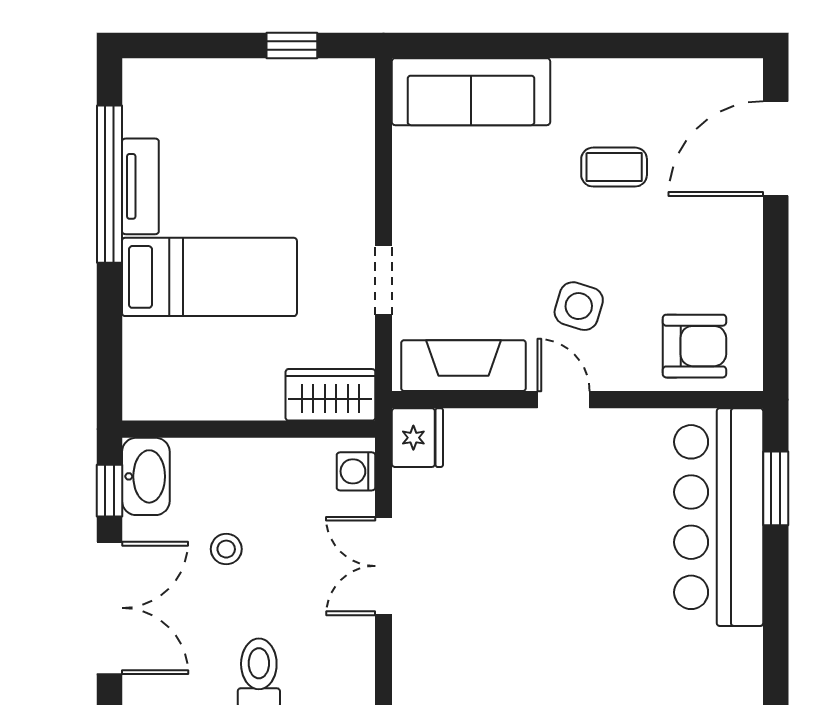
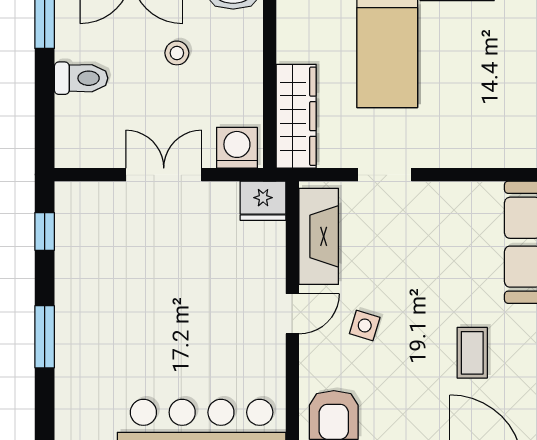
side table: (579, 306) -> (365, 325), width x0.73, depth x0.73
wardrobe: (330, 395) -> (296, 116), width x1.50
washing machine: (356, 471) -> (237, 148), width x1.38, depth x1.38

